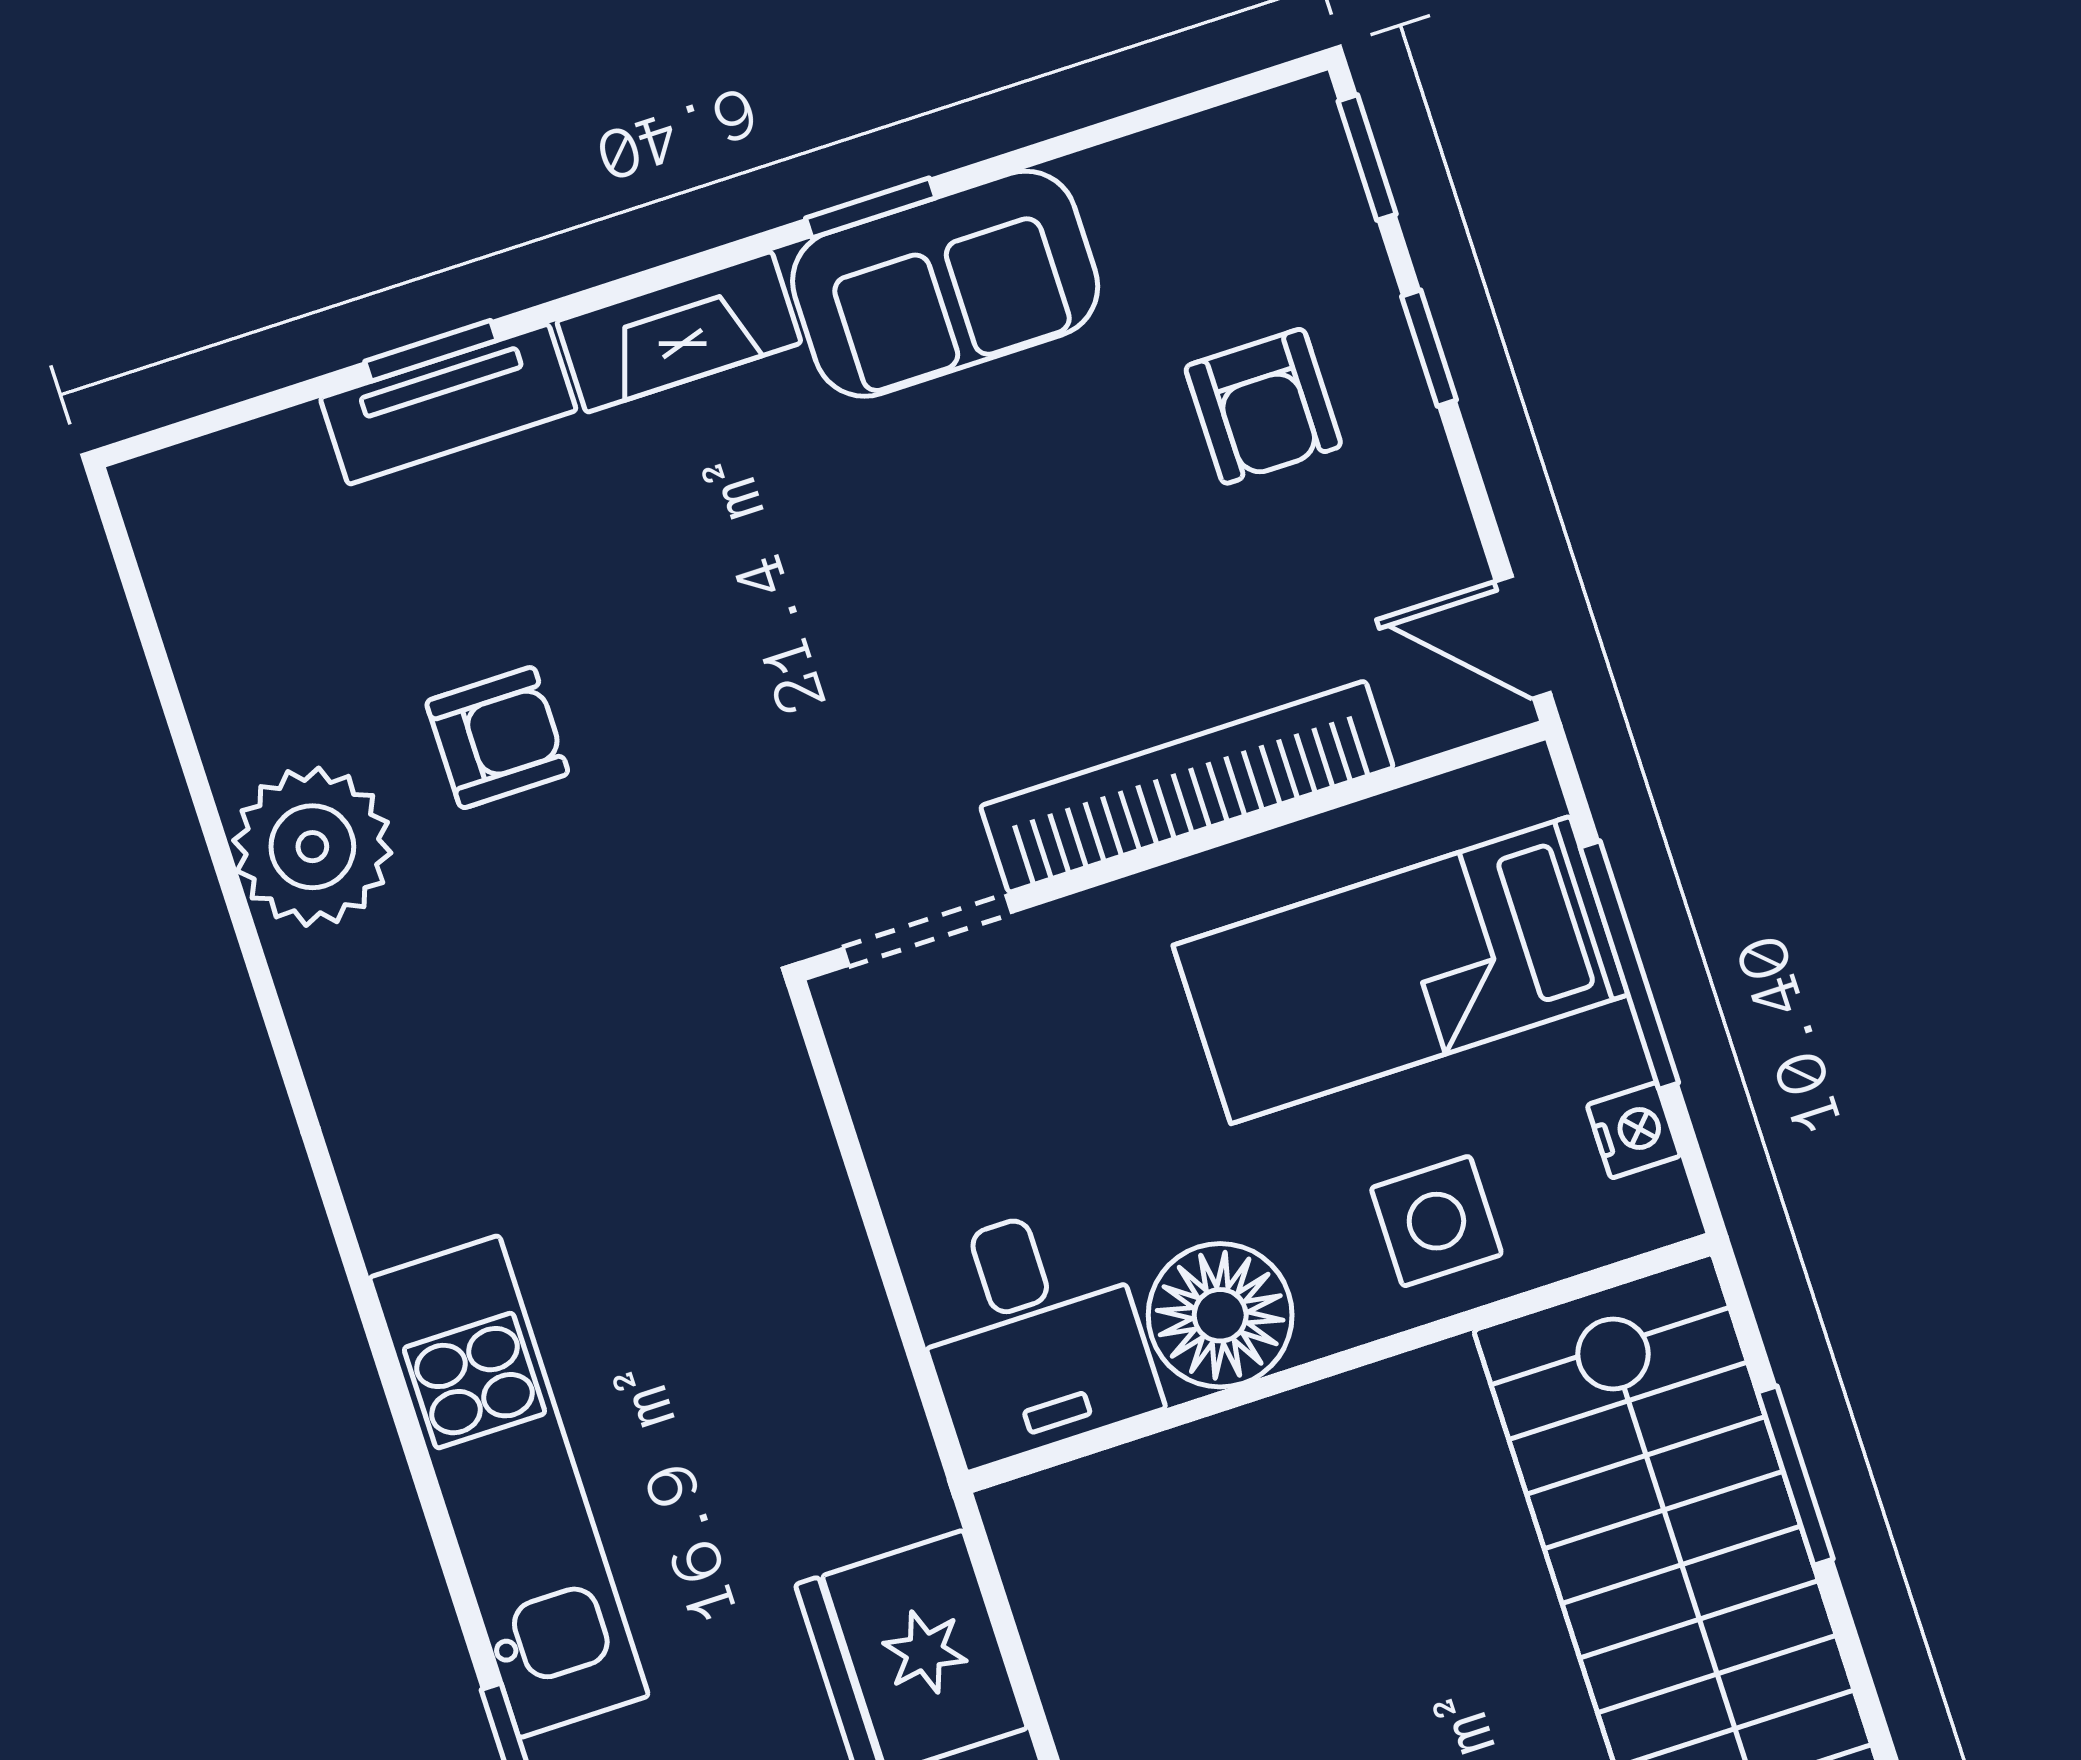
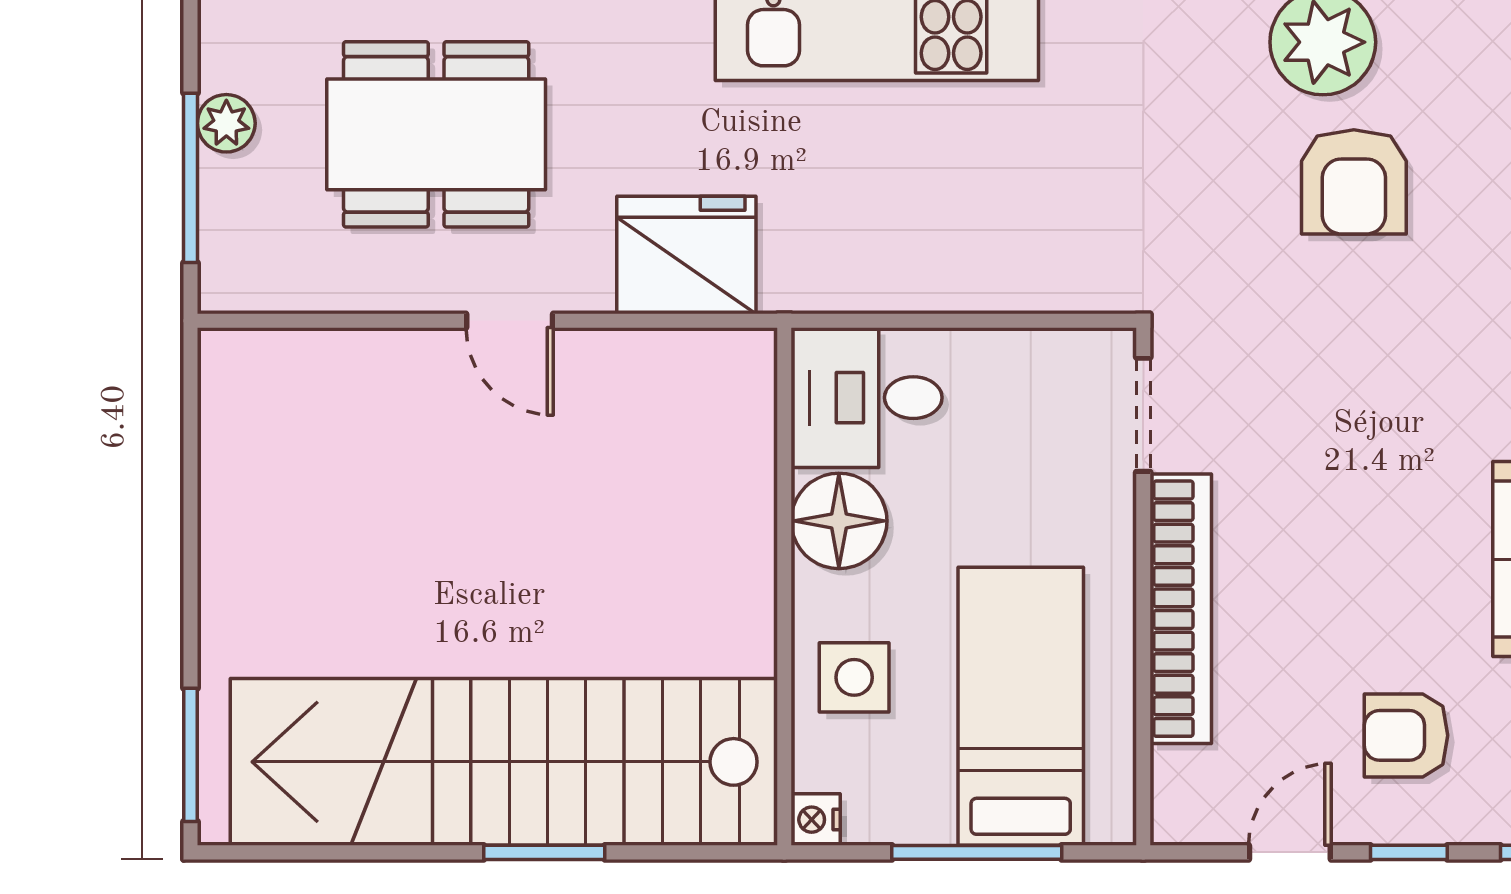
door: (1523, 637) -> (1290, 852), moved
armchair: (497, 738) -> (1354, 182), width x1.38, depth x1.38
nightstand: (1634, 1130) -> (816, 820), moved, turned 90
window: (1795, 1476) -> (544, 852), moved

